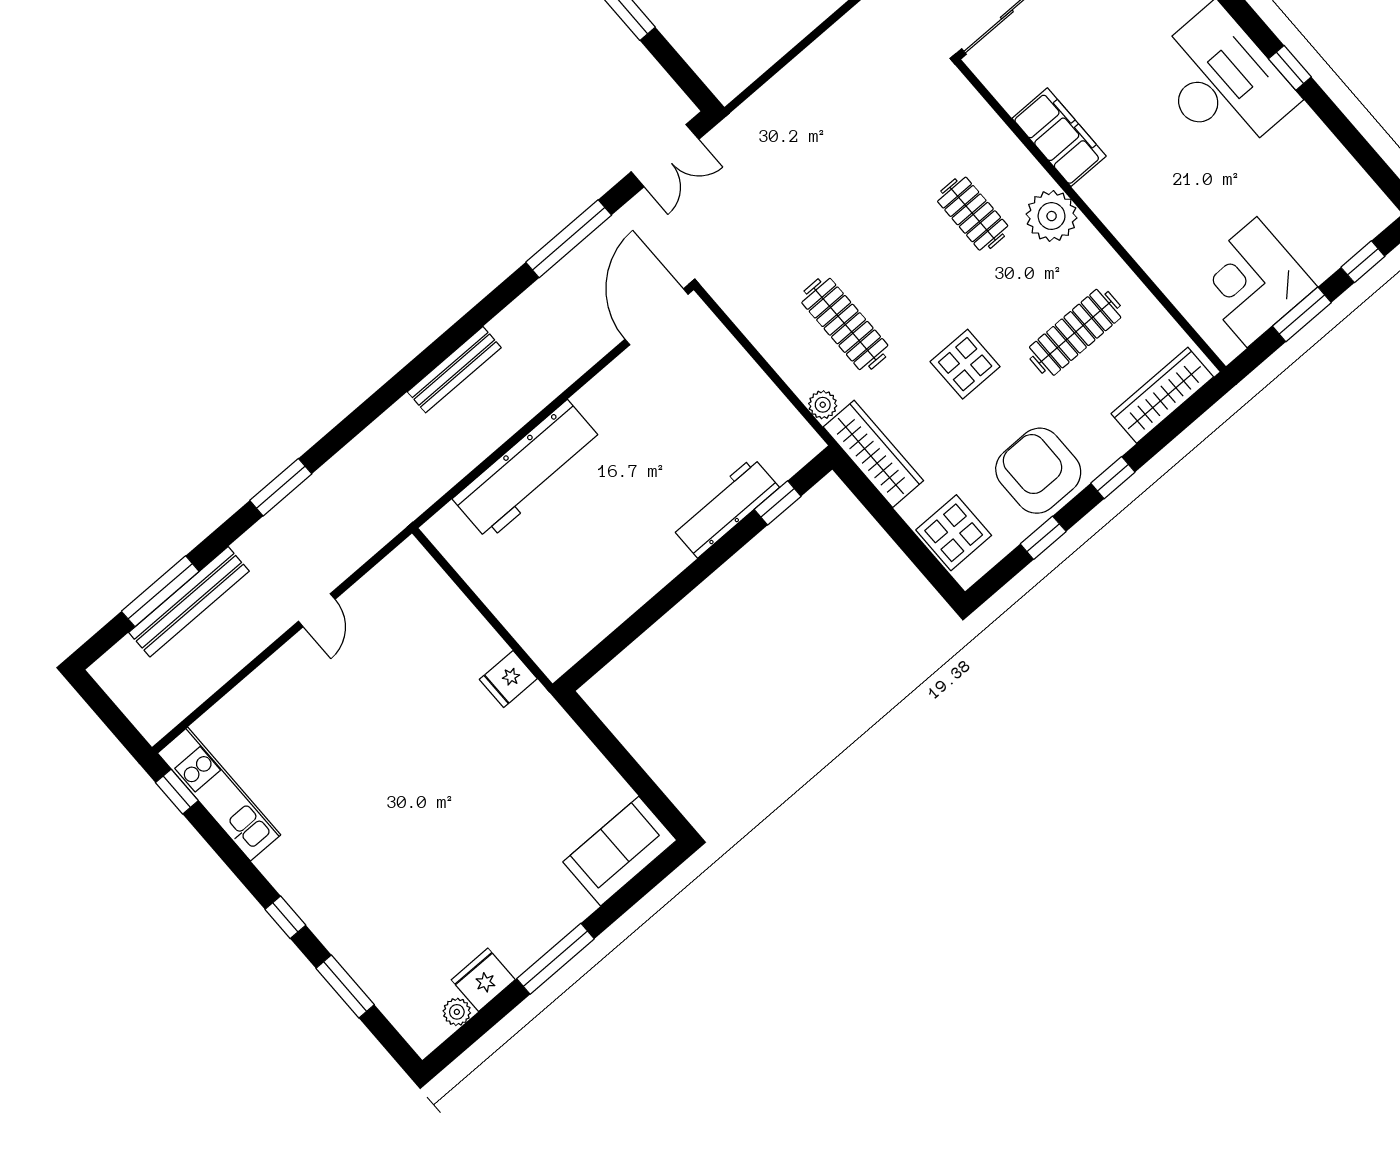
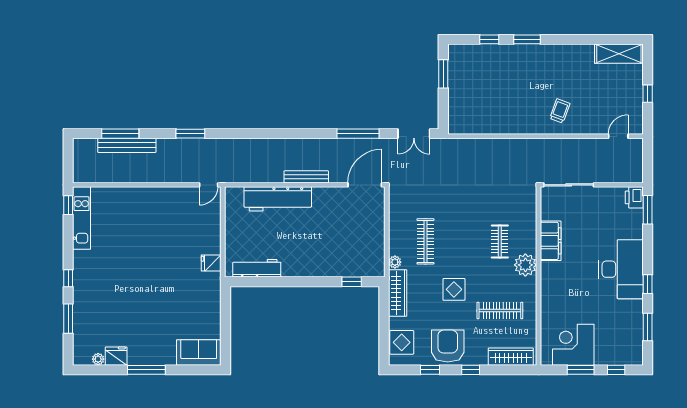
window: (1354, 141) -> (648, 327), added
bench: (454, 370) -> (306, 177), moved
workbench: (725, 507) -> (257, 268), moved
door: (317, 610) -> (209, 185), moved

